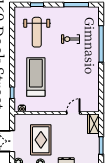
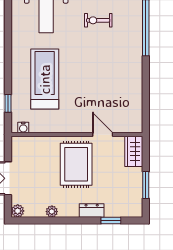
door: (73, 113) -> (103, 135), hinge flipped
rug: (41, 140) -> (76, 164), moved

